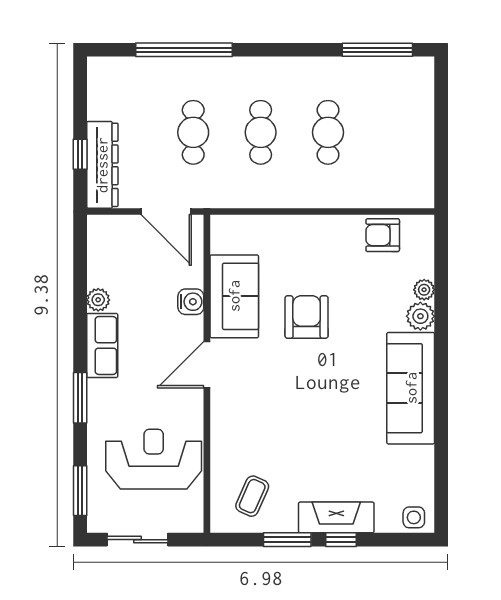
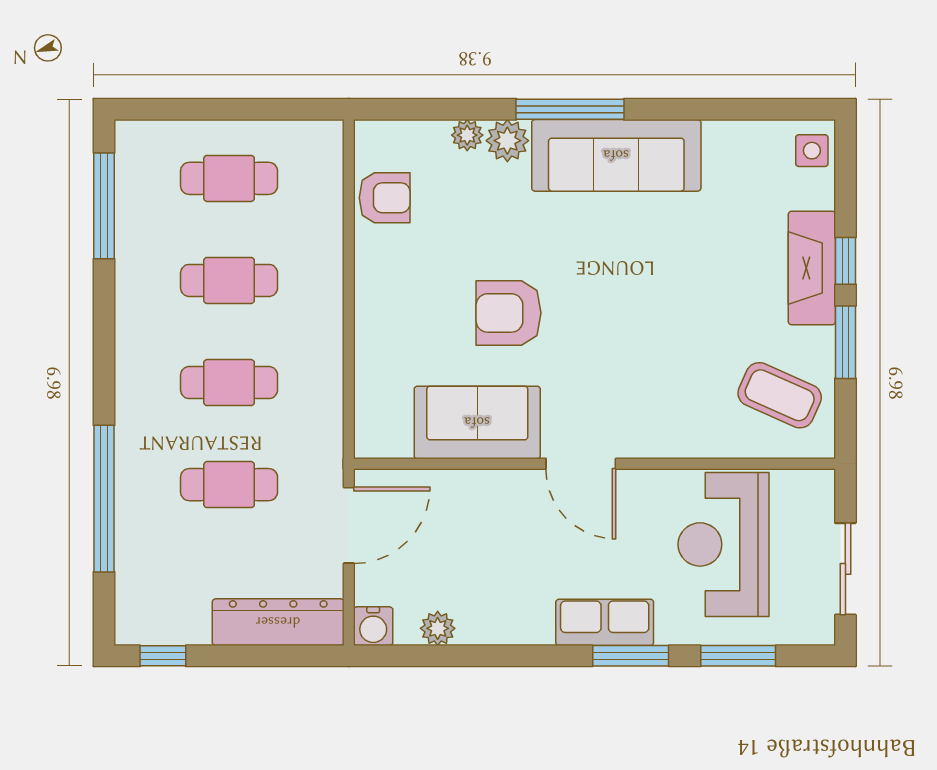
cafe table: (395, 132) -> (229, 178), added
window: (80, 154) -> (163, 656), moved
armchair: (383, 235) -> (385, 198), turned -90
plant: (98, 300) -> (438, 628), moved
water cooler: (191, 302) -> (373, 626), moved, turned 180
row of seats: (102, 345) -> (605, 622), moved
window: (441, 358) -> (570, 109), added
window: (80, 491) -> (738, 656), moved
coffee table: (252, 496) -> (780, 395), width x1.36, depth x1.30

